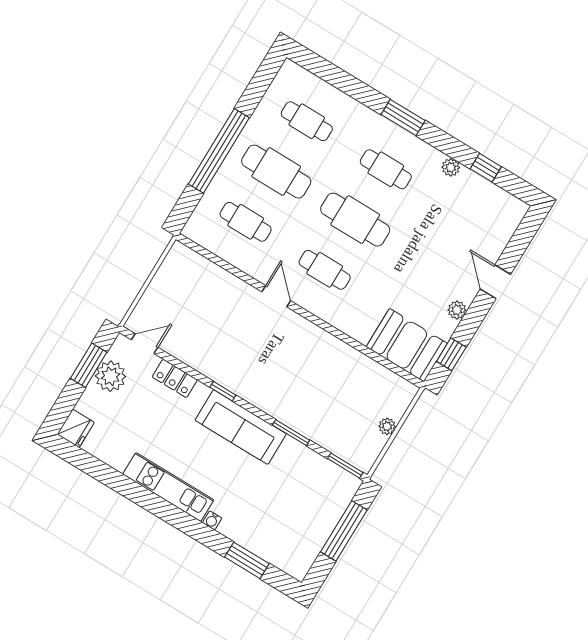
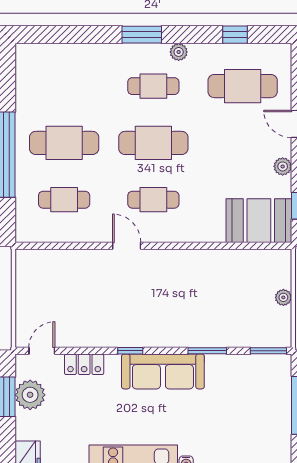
cafe table: (307, 121) -> (243, 86), moved, width x1.37, depth x1.35
plant: (451, 167) -> (179, 52), moved

